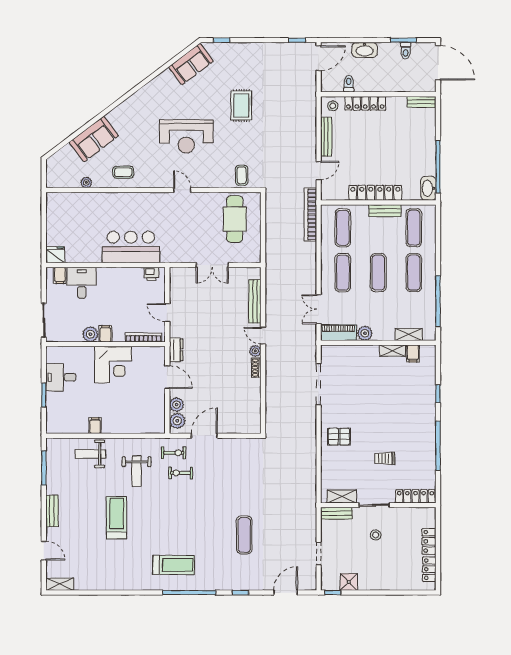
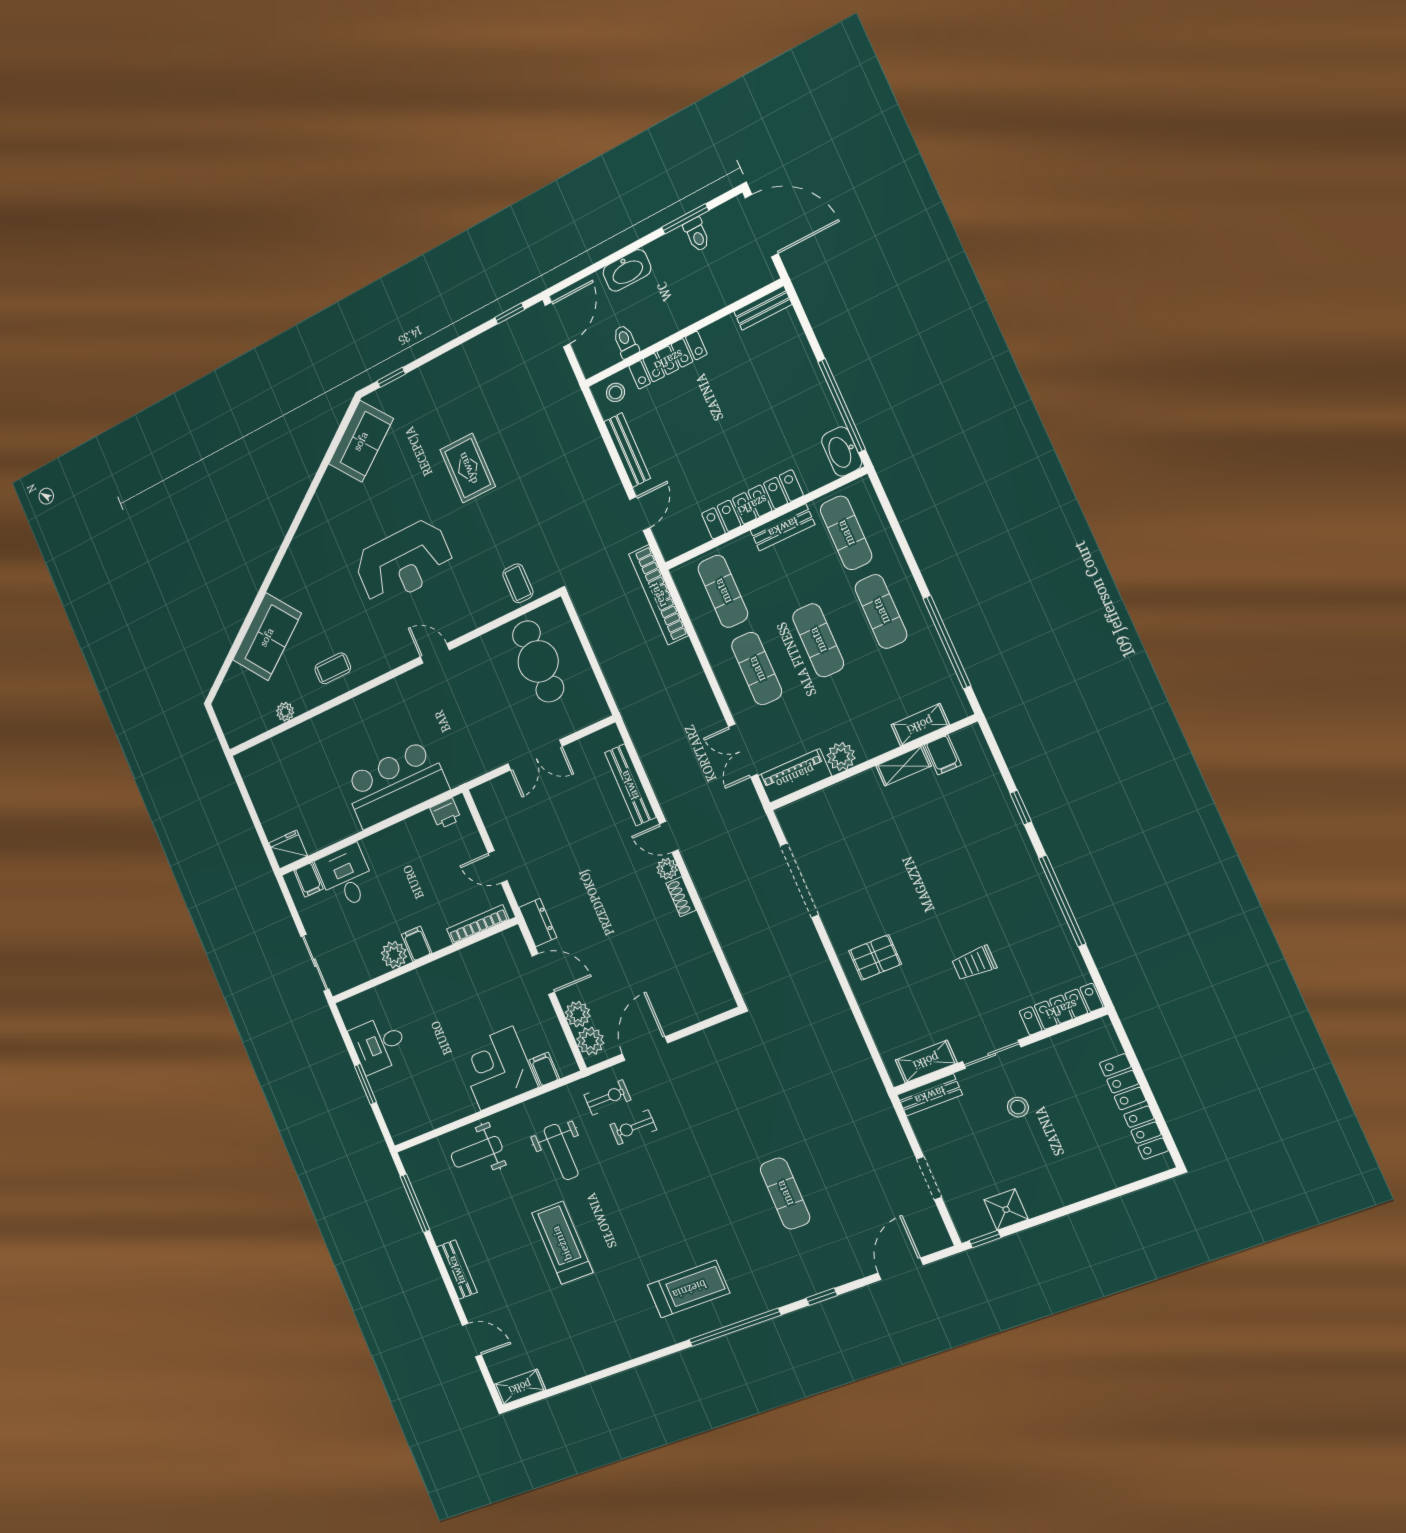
corner desk: (113, 365) -> (497, 1068), moved, turned 180
filing cabinet: (95, 426) -> (544, 1069), moved

